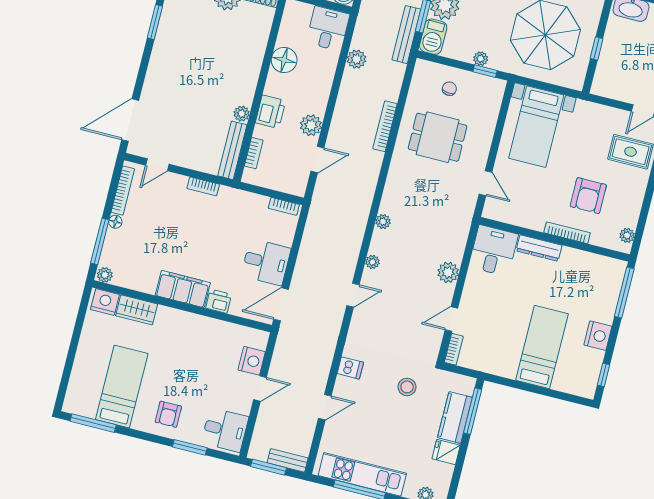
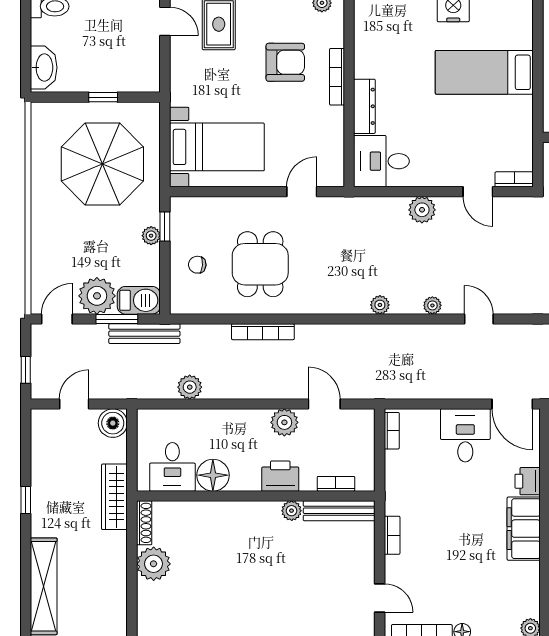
desk: (328, 28) -> (172, 467), moved, turned -90

